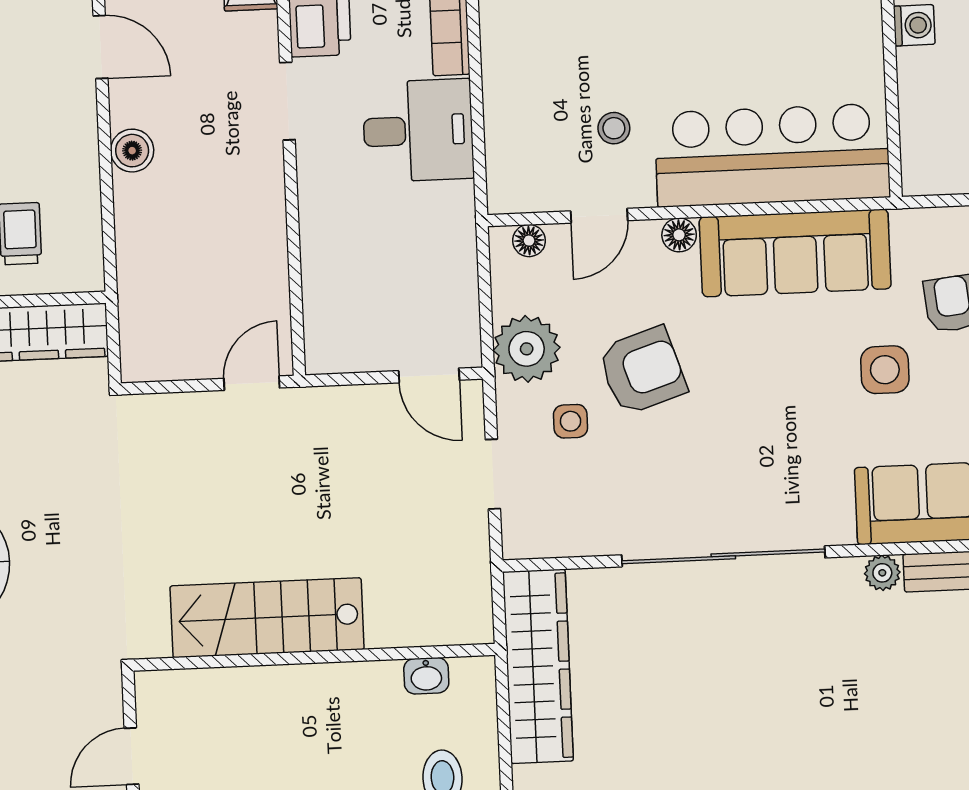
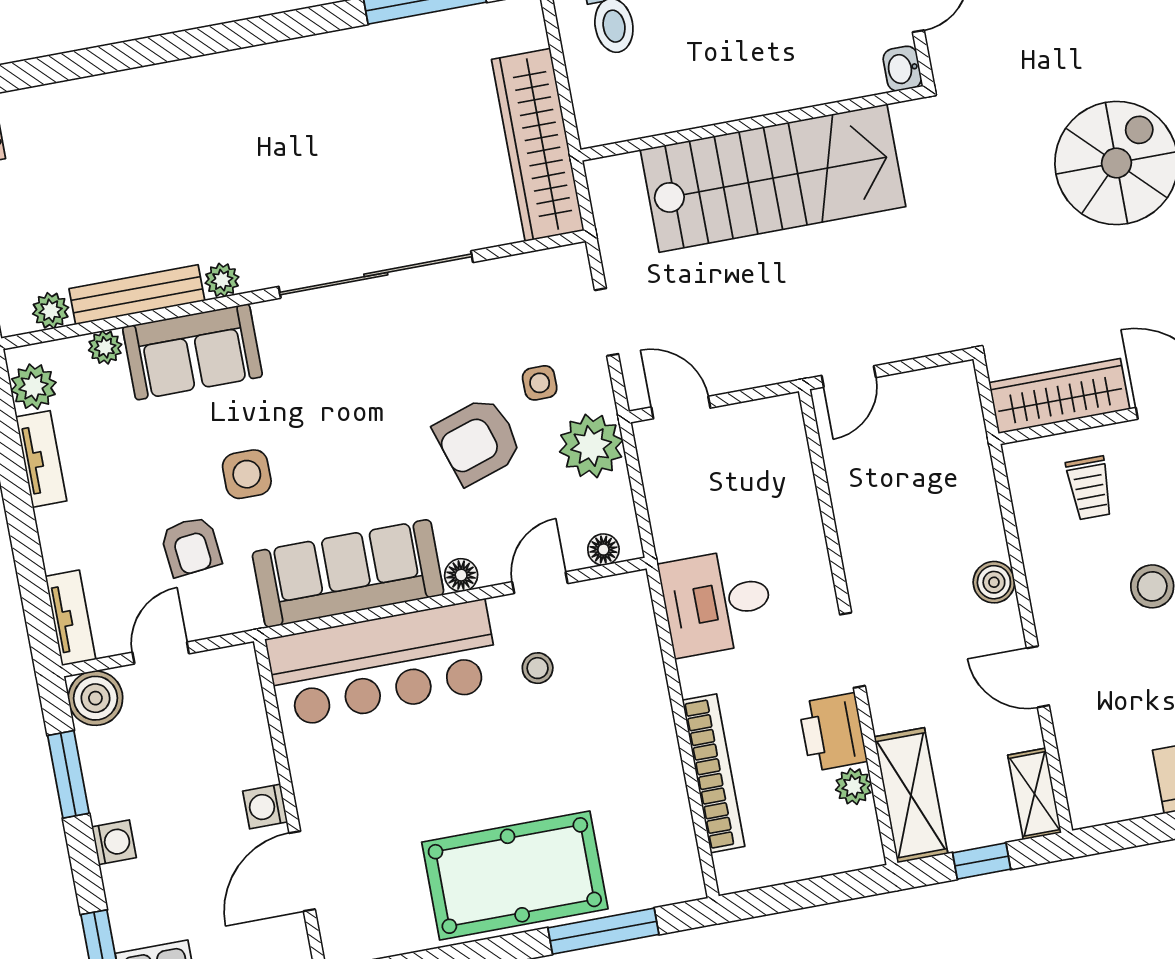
desk: (418, 130) -> (717, 602), moved
stairs: (267, 618) -> (773, 178), width x1.36, depth x1.51
washbasin: (426, 676) -> (902, 69), moved, turned -90

